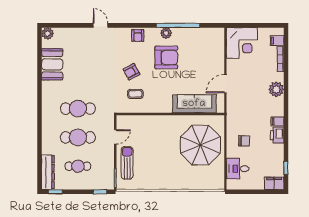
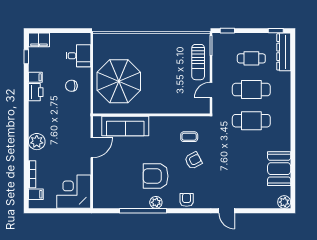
filing cabinet: (277, 121) -> (35, 77), moved

